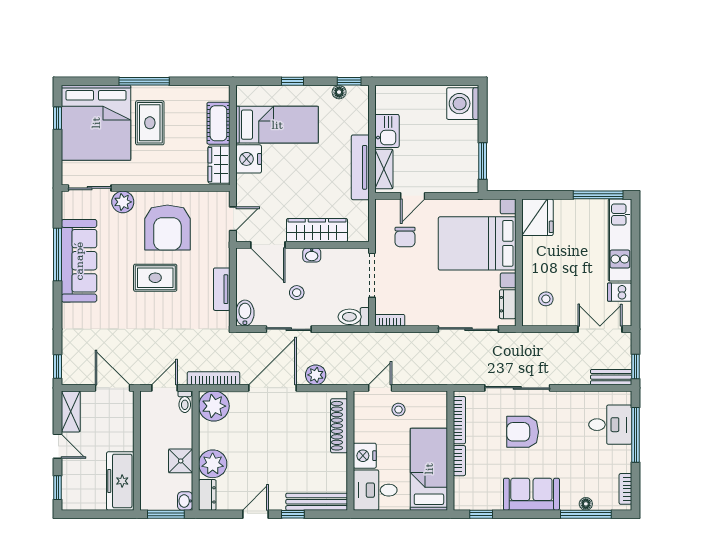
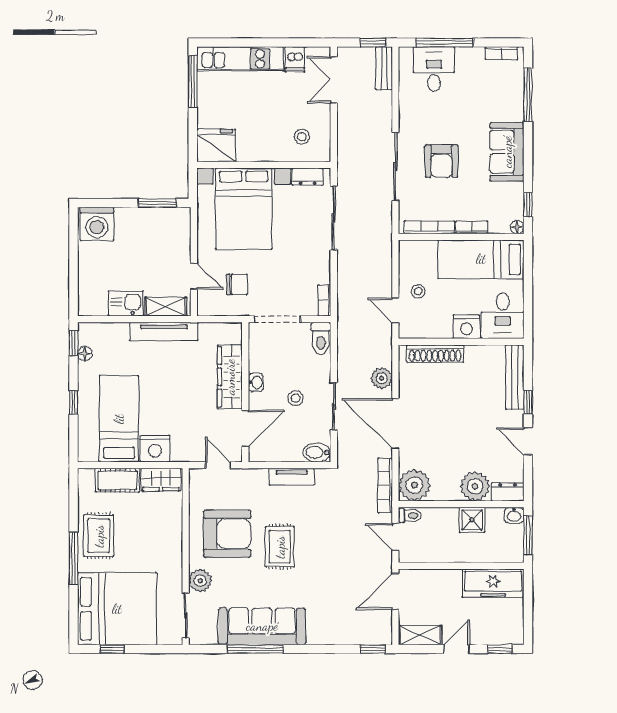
rug: (150, 123) -> (99, 536), moved, turned 90
floor lamp: (586, 504) -> (517, 227), moved

